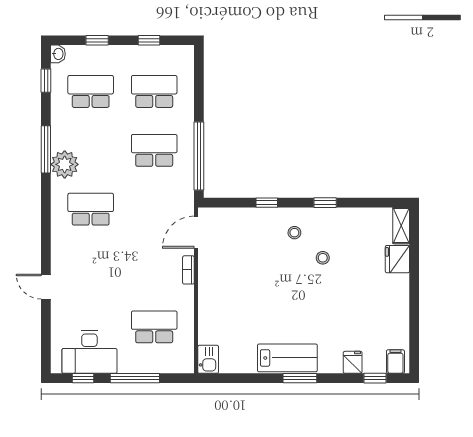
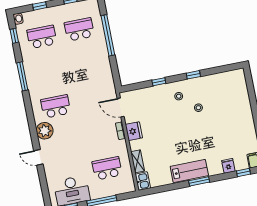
school desk: (154, 150) -> (86, 64), removed
window: (199, 156) -> (108, 35), moved
plant: (65, 164) -> (45, 131), moved
shelving: (401, 226) -> (138, 161), moved
door: (196, 232) -> (121, 107), hinge flipped
fridge: (397, 259) -> (134, 131), moved, turned 180

